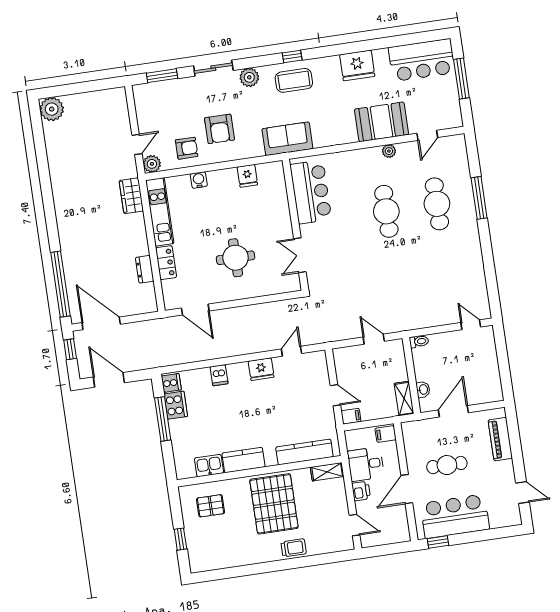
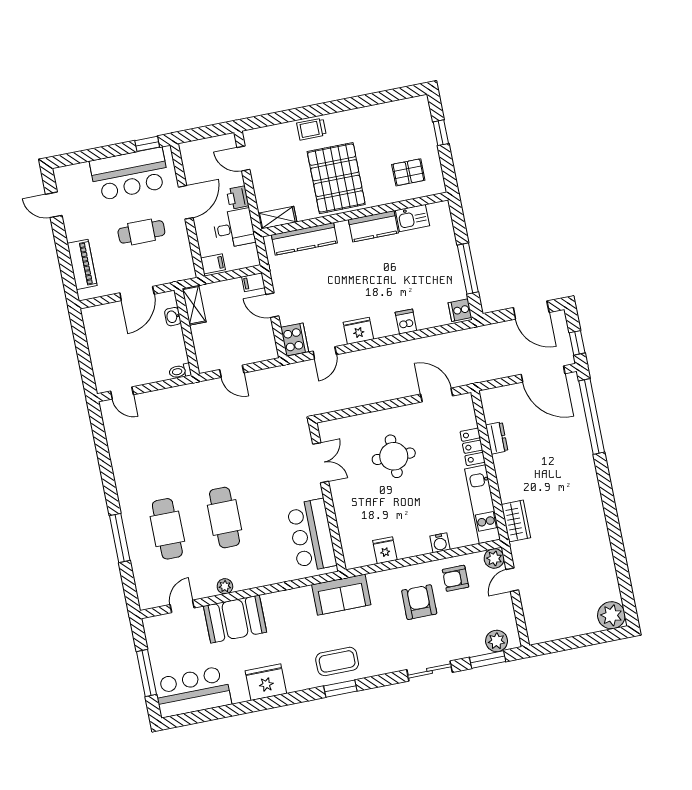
window: (292, 56) -> (340, 689), width x1.50
plant: (249, 77) -> (497, 641), moved
cooker: (176, 405) -> (295, 339), moved, turned 180

